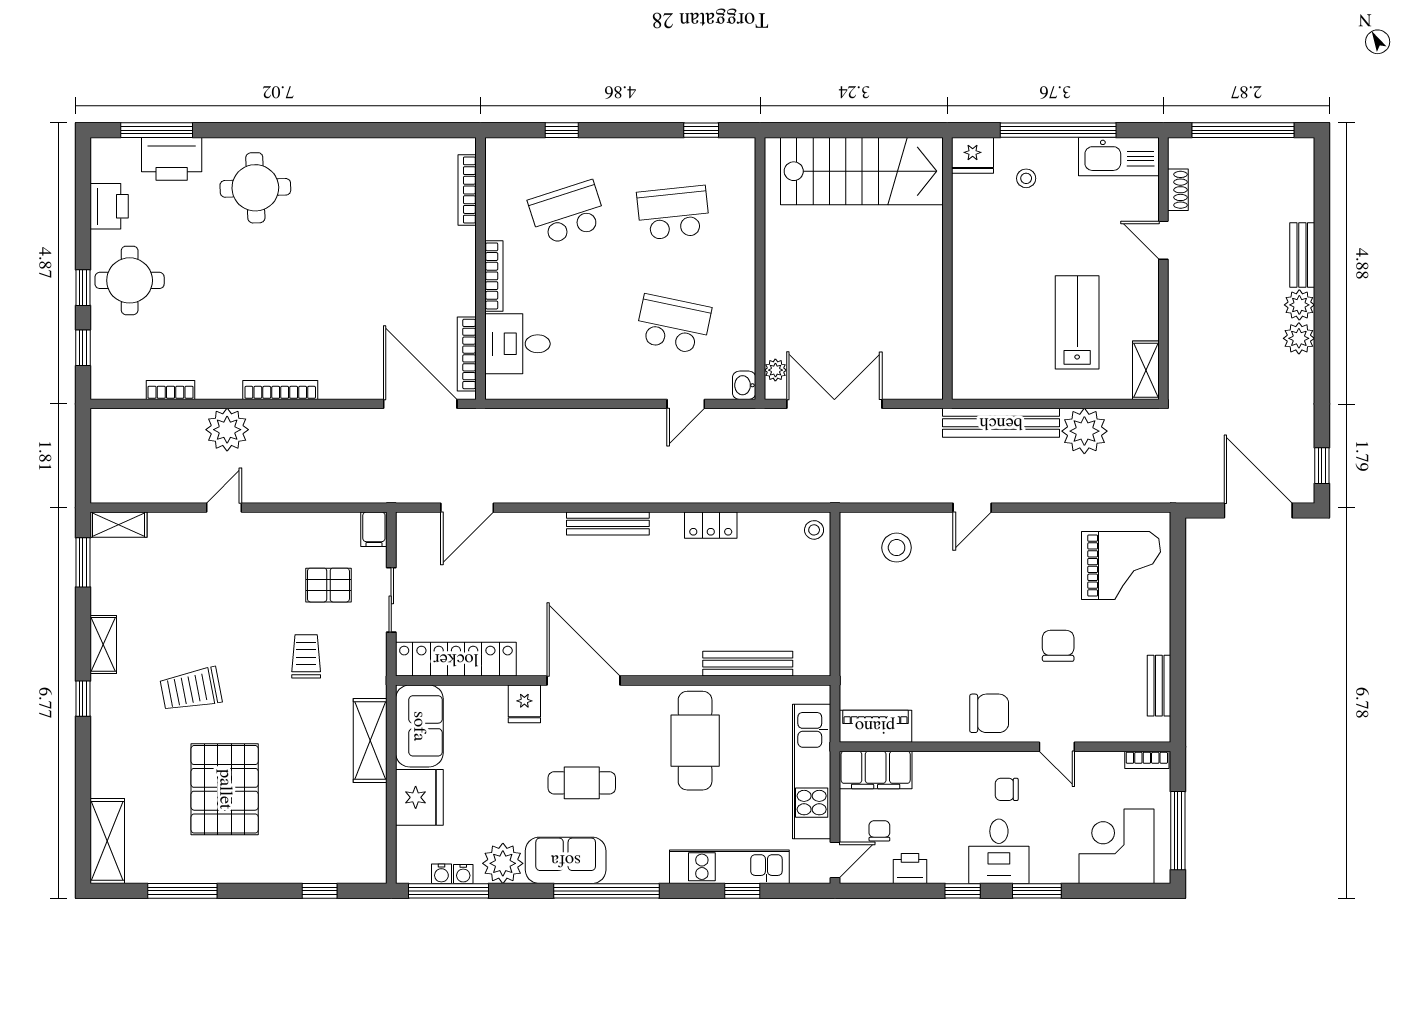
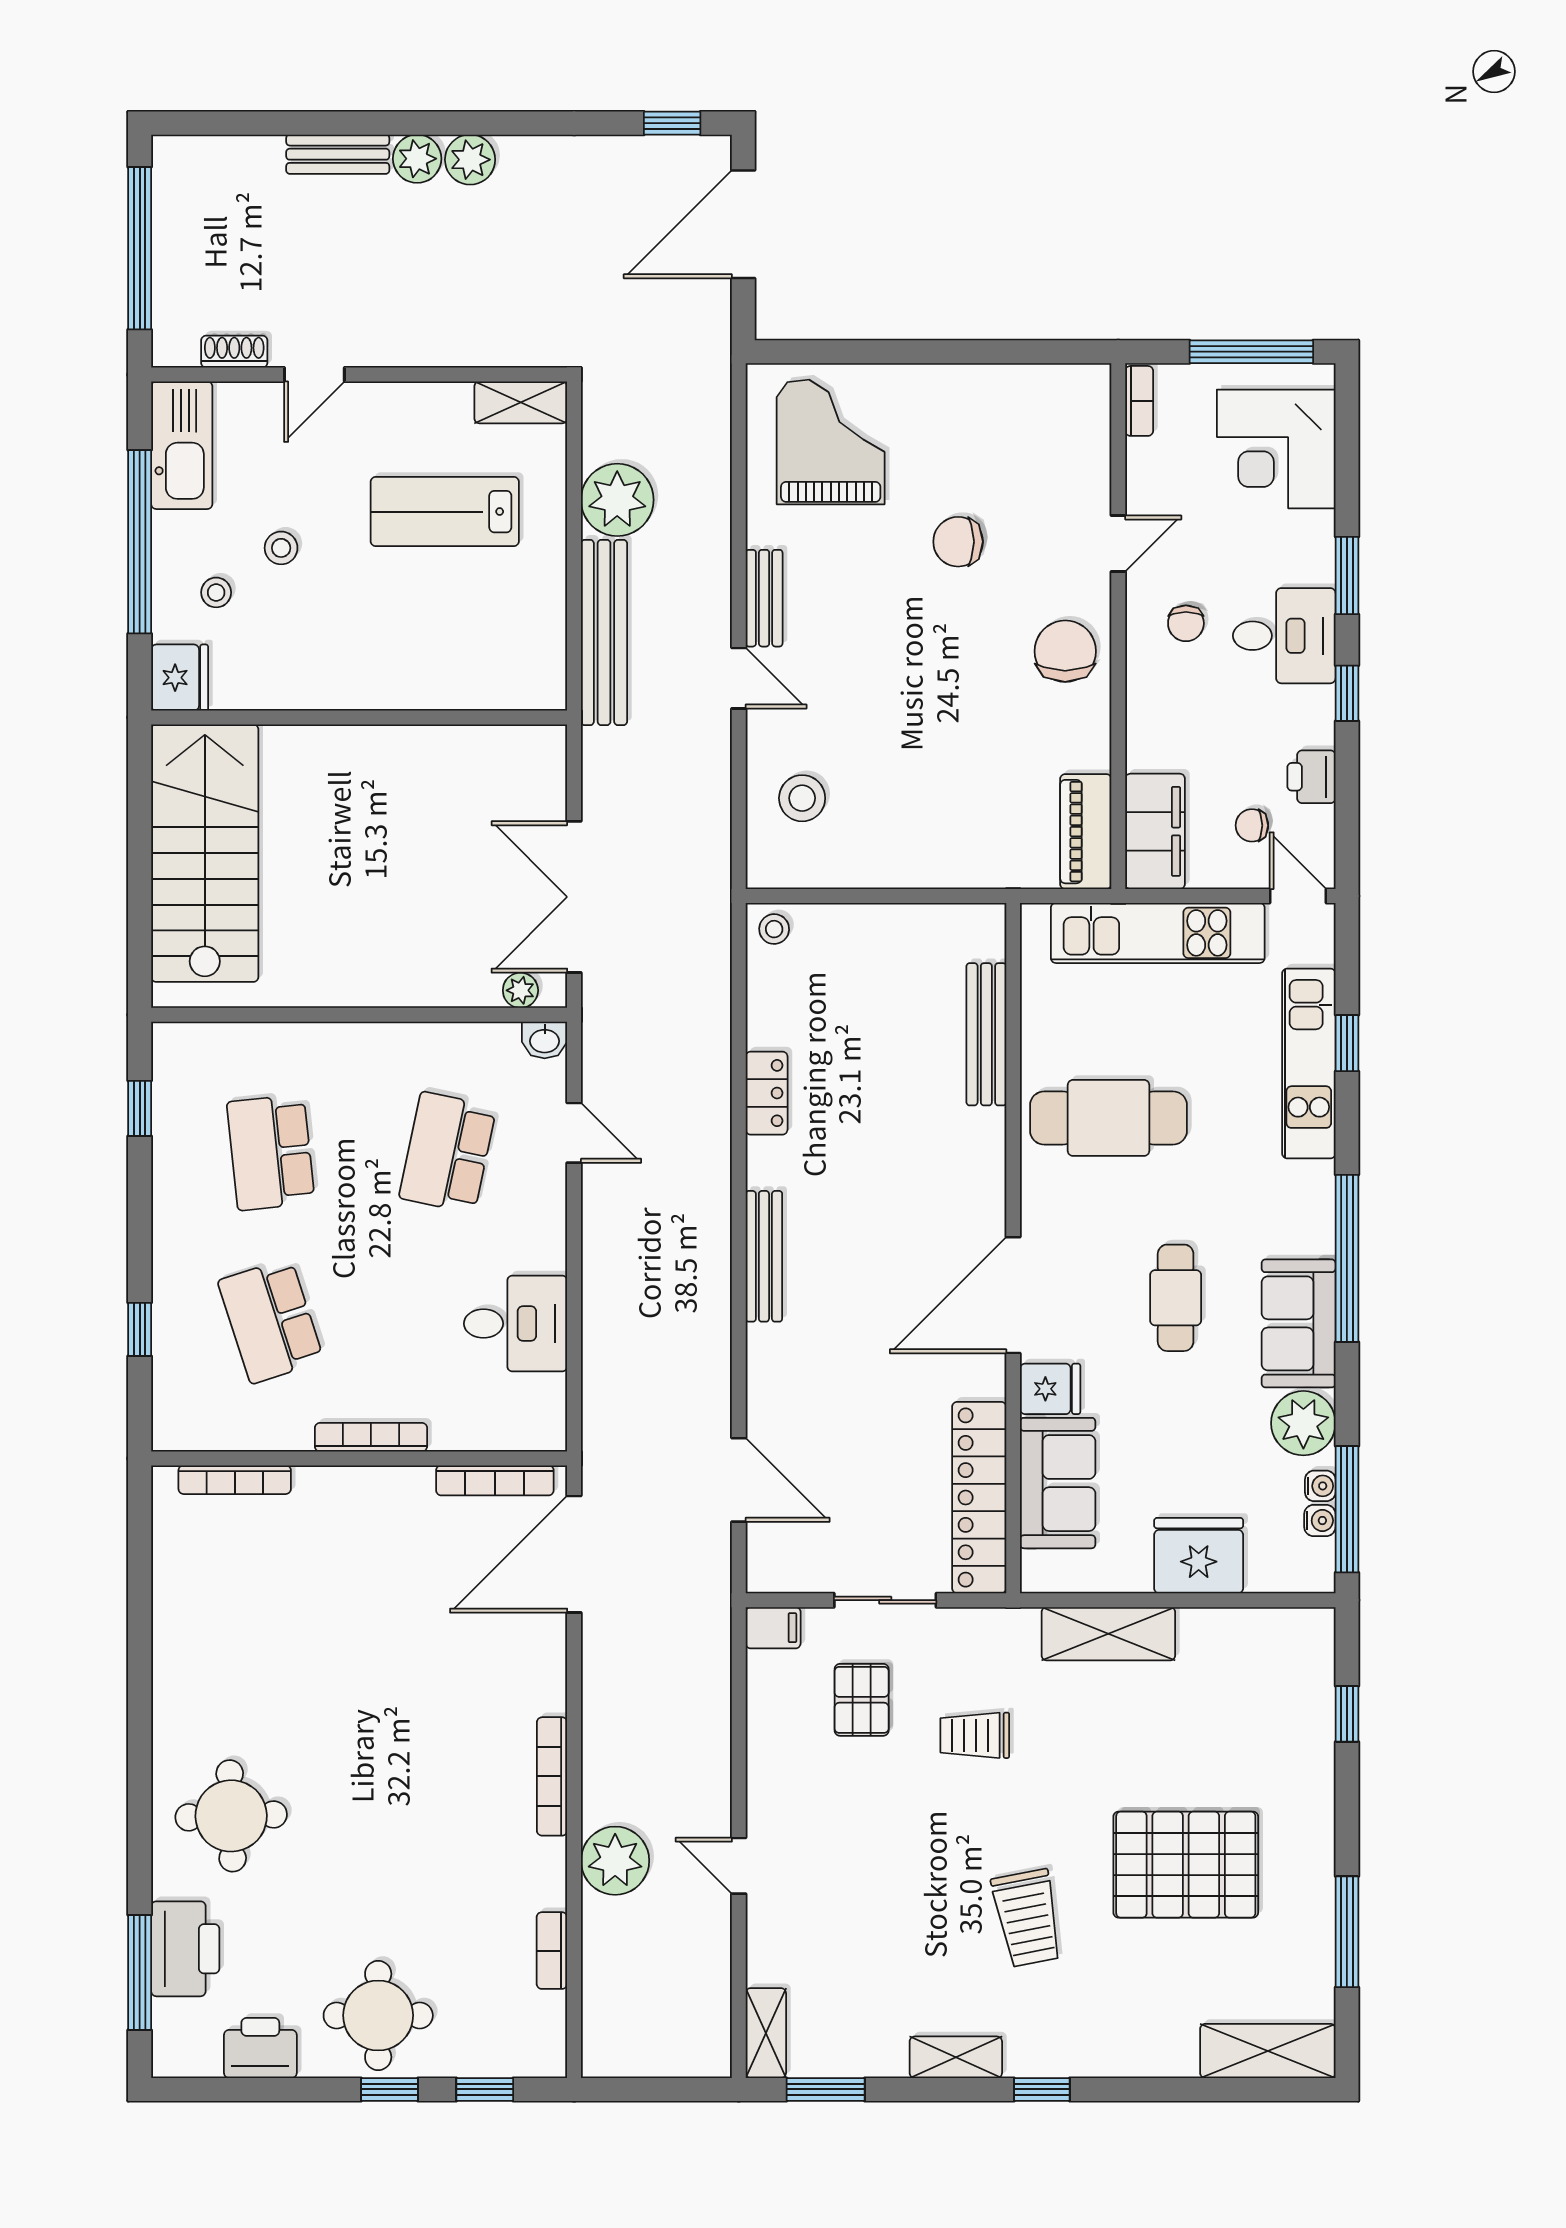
stool: (1054, 219) -> (281, 548), added
desk: (517, 344) -> (516, 1324), moved, turned -90
bench: (1159, 686) -> (764, 598), moved, turned 90
sofa: (419, 726) -> (1058, 1483), moved, turned 90

